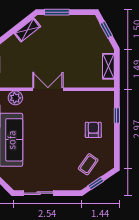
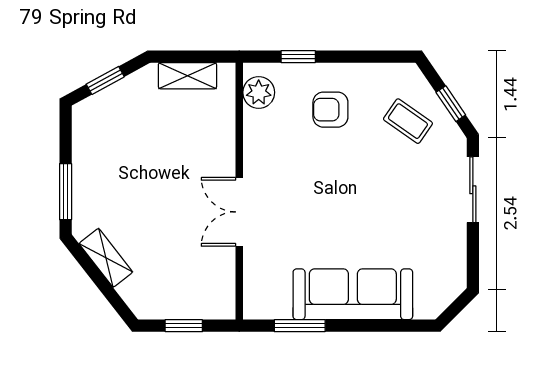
plant: (15, 98) -> (259, 92), moved
sliding door: (39, 193) -> (473, 190), moved

